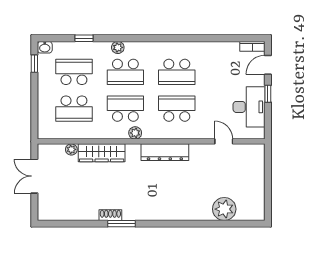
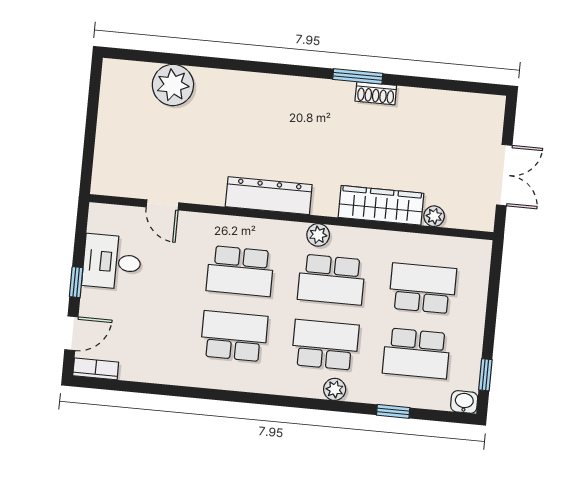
desk: (249, 107) -> (112, 262), width x0.73

